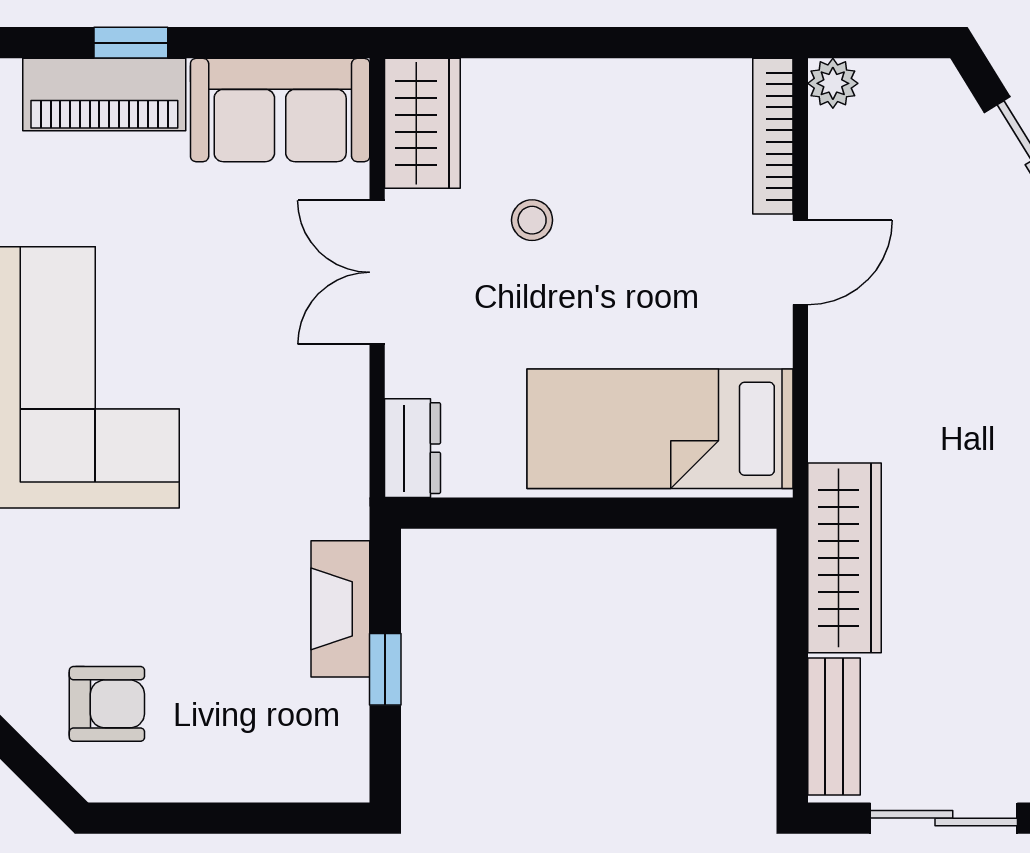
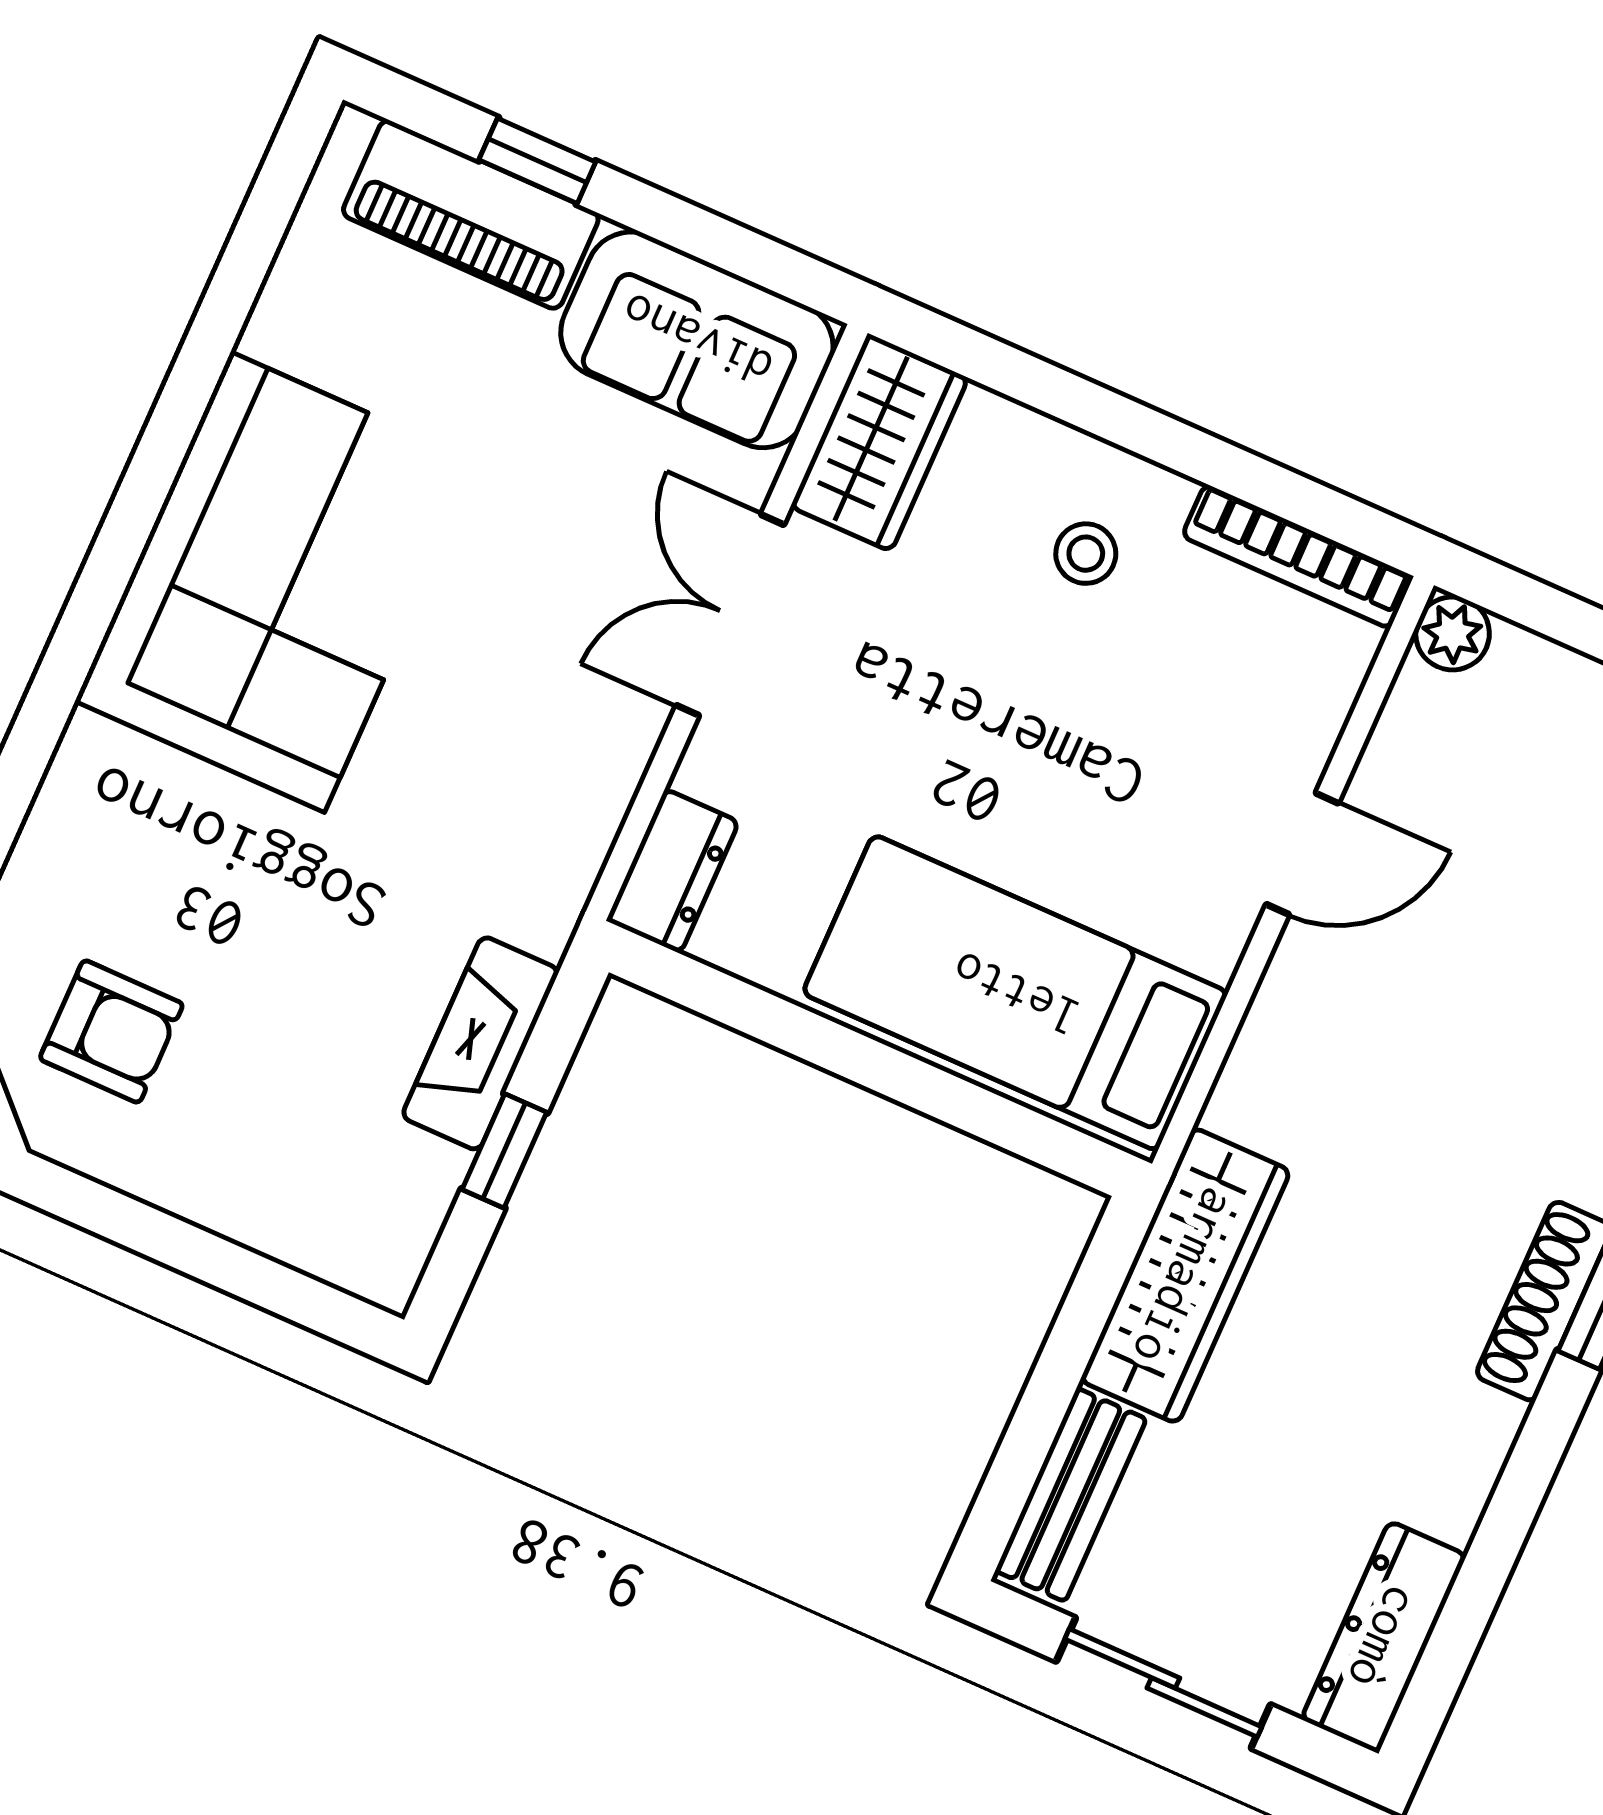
bookcase: (773, 136) -> (1298, 556), moved, turned -90
stool: (532, 220) -> (1086, 554), moved

